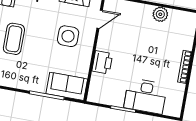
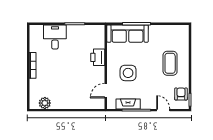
plant: (160, 14) -> (45, 103), moved
sofa: (67, 86) -> (128, 34), width x1.36
desk: (145, 96) -> (55, 37), width x0.73

